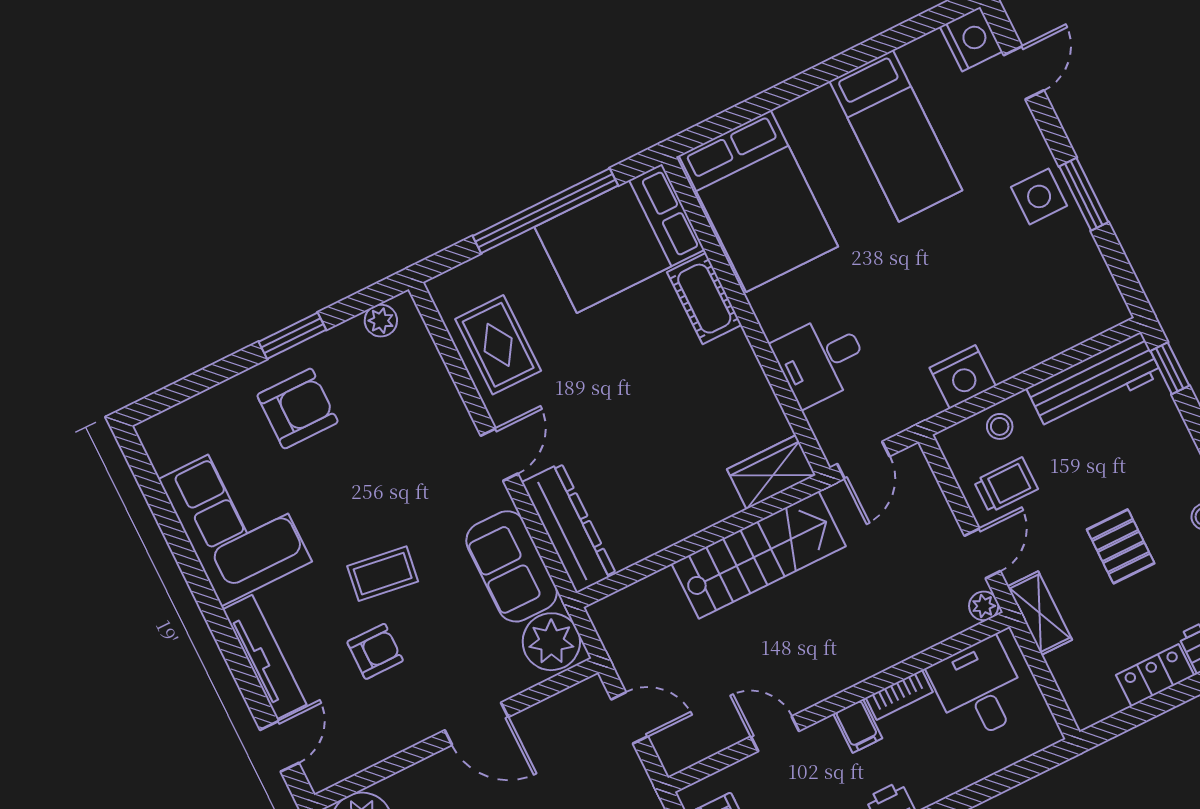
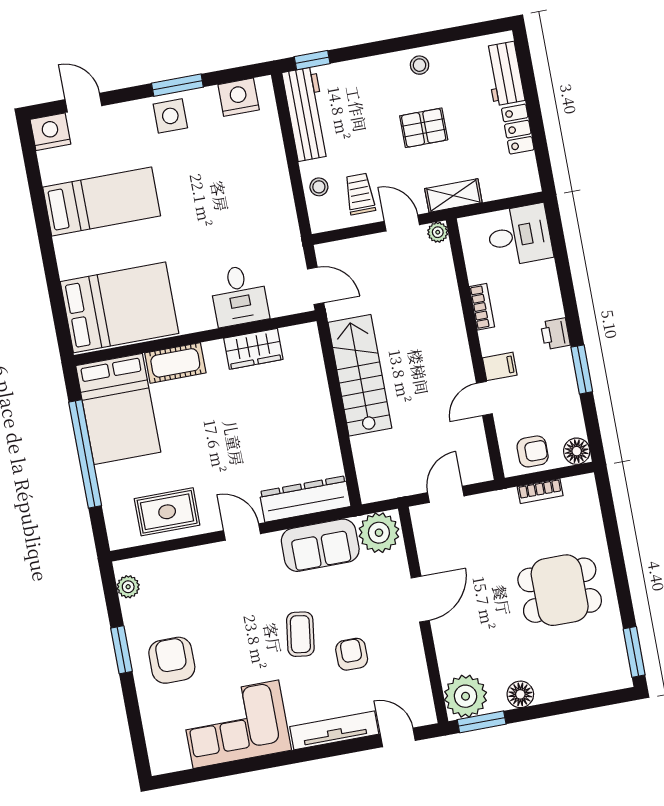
nightstand: (963, 377) -> (239, 97), moved, turned -90
wardrobe: (771, 472) -> (253, 349), moved, turned -90
desk: (979, 689) -> (519, 235), moved, turned 180
filing cabinet: (858, 726) -> (500, 366), moved

